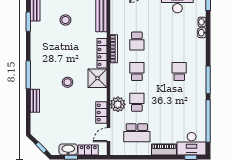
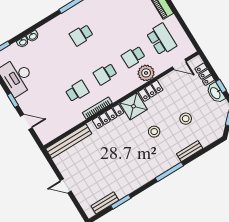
stool: (65, 20) -> (186, 119), moved
locker: (101, 113) -> (151, 91), moved

